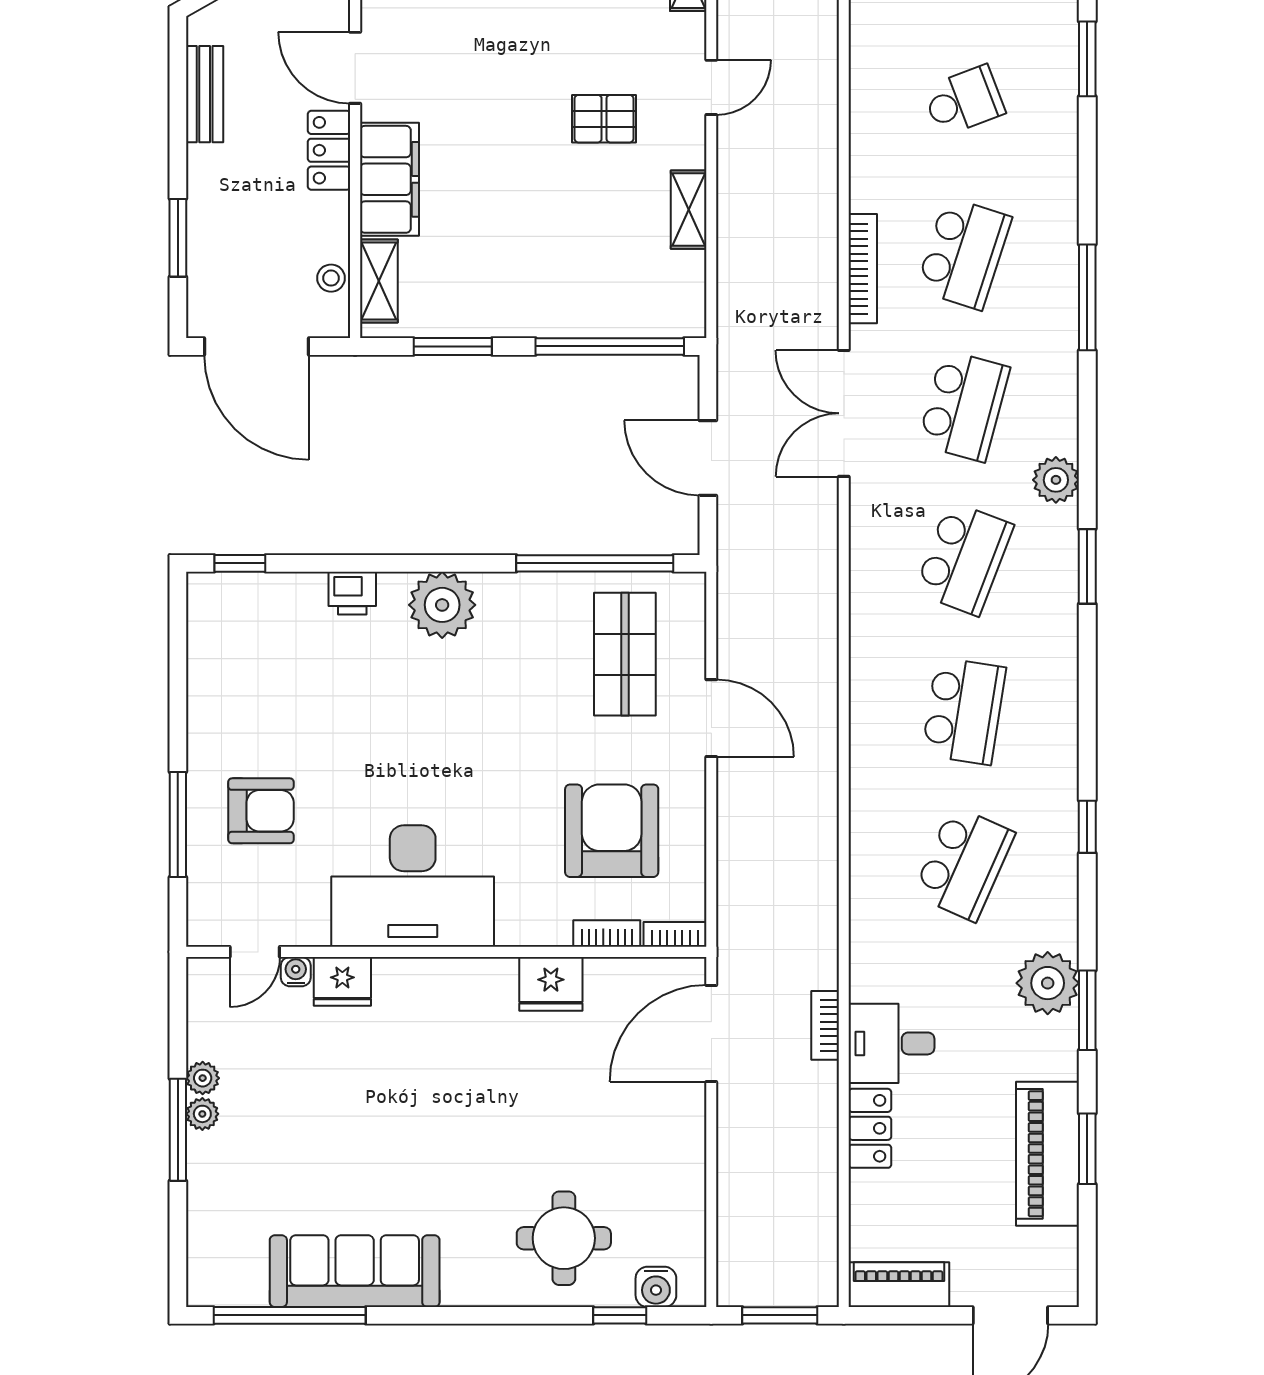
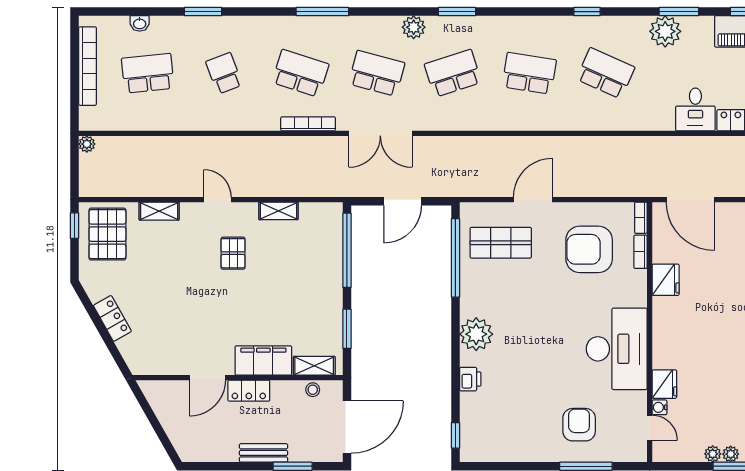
bench: (205, 94) -> (263, 453), moved
school desk: (964, 558) -> (453, 73), turned -39
bookcase: (825, 1025) -> (686, 143), removed

